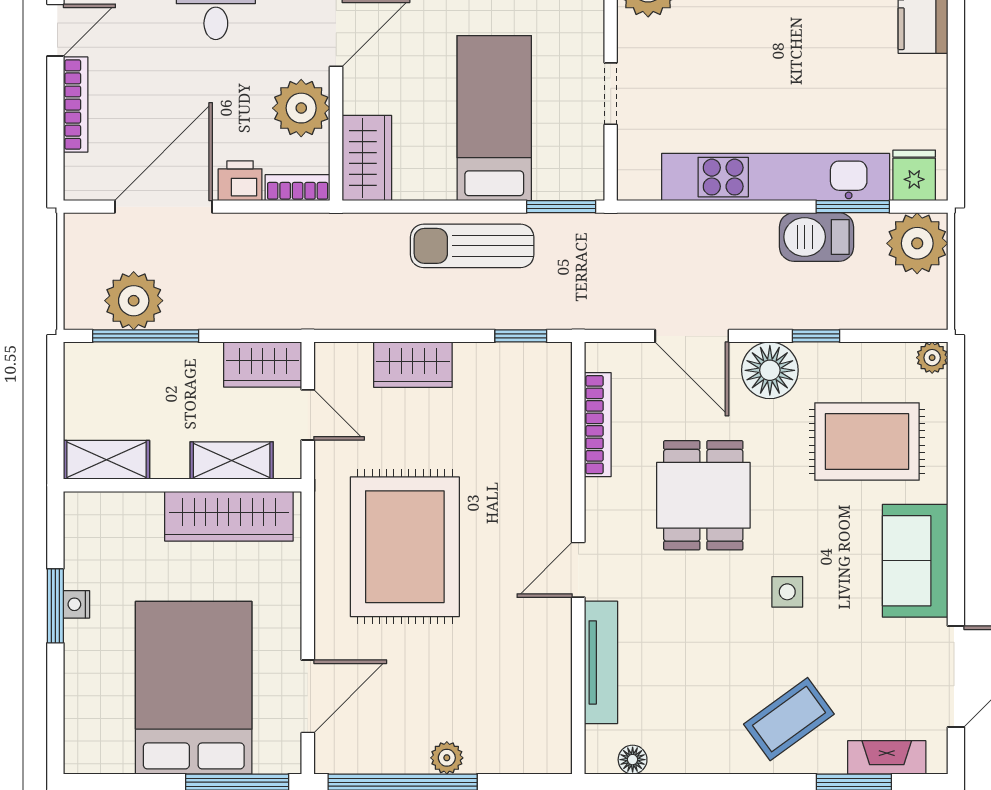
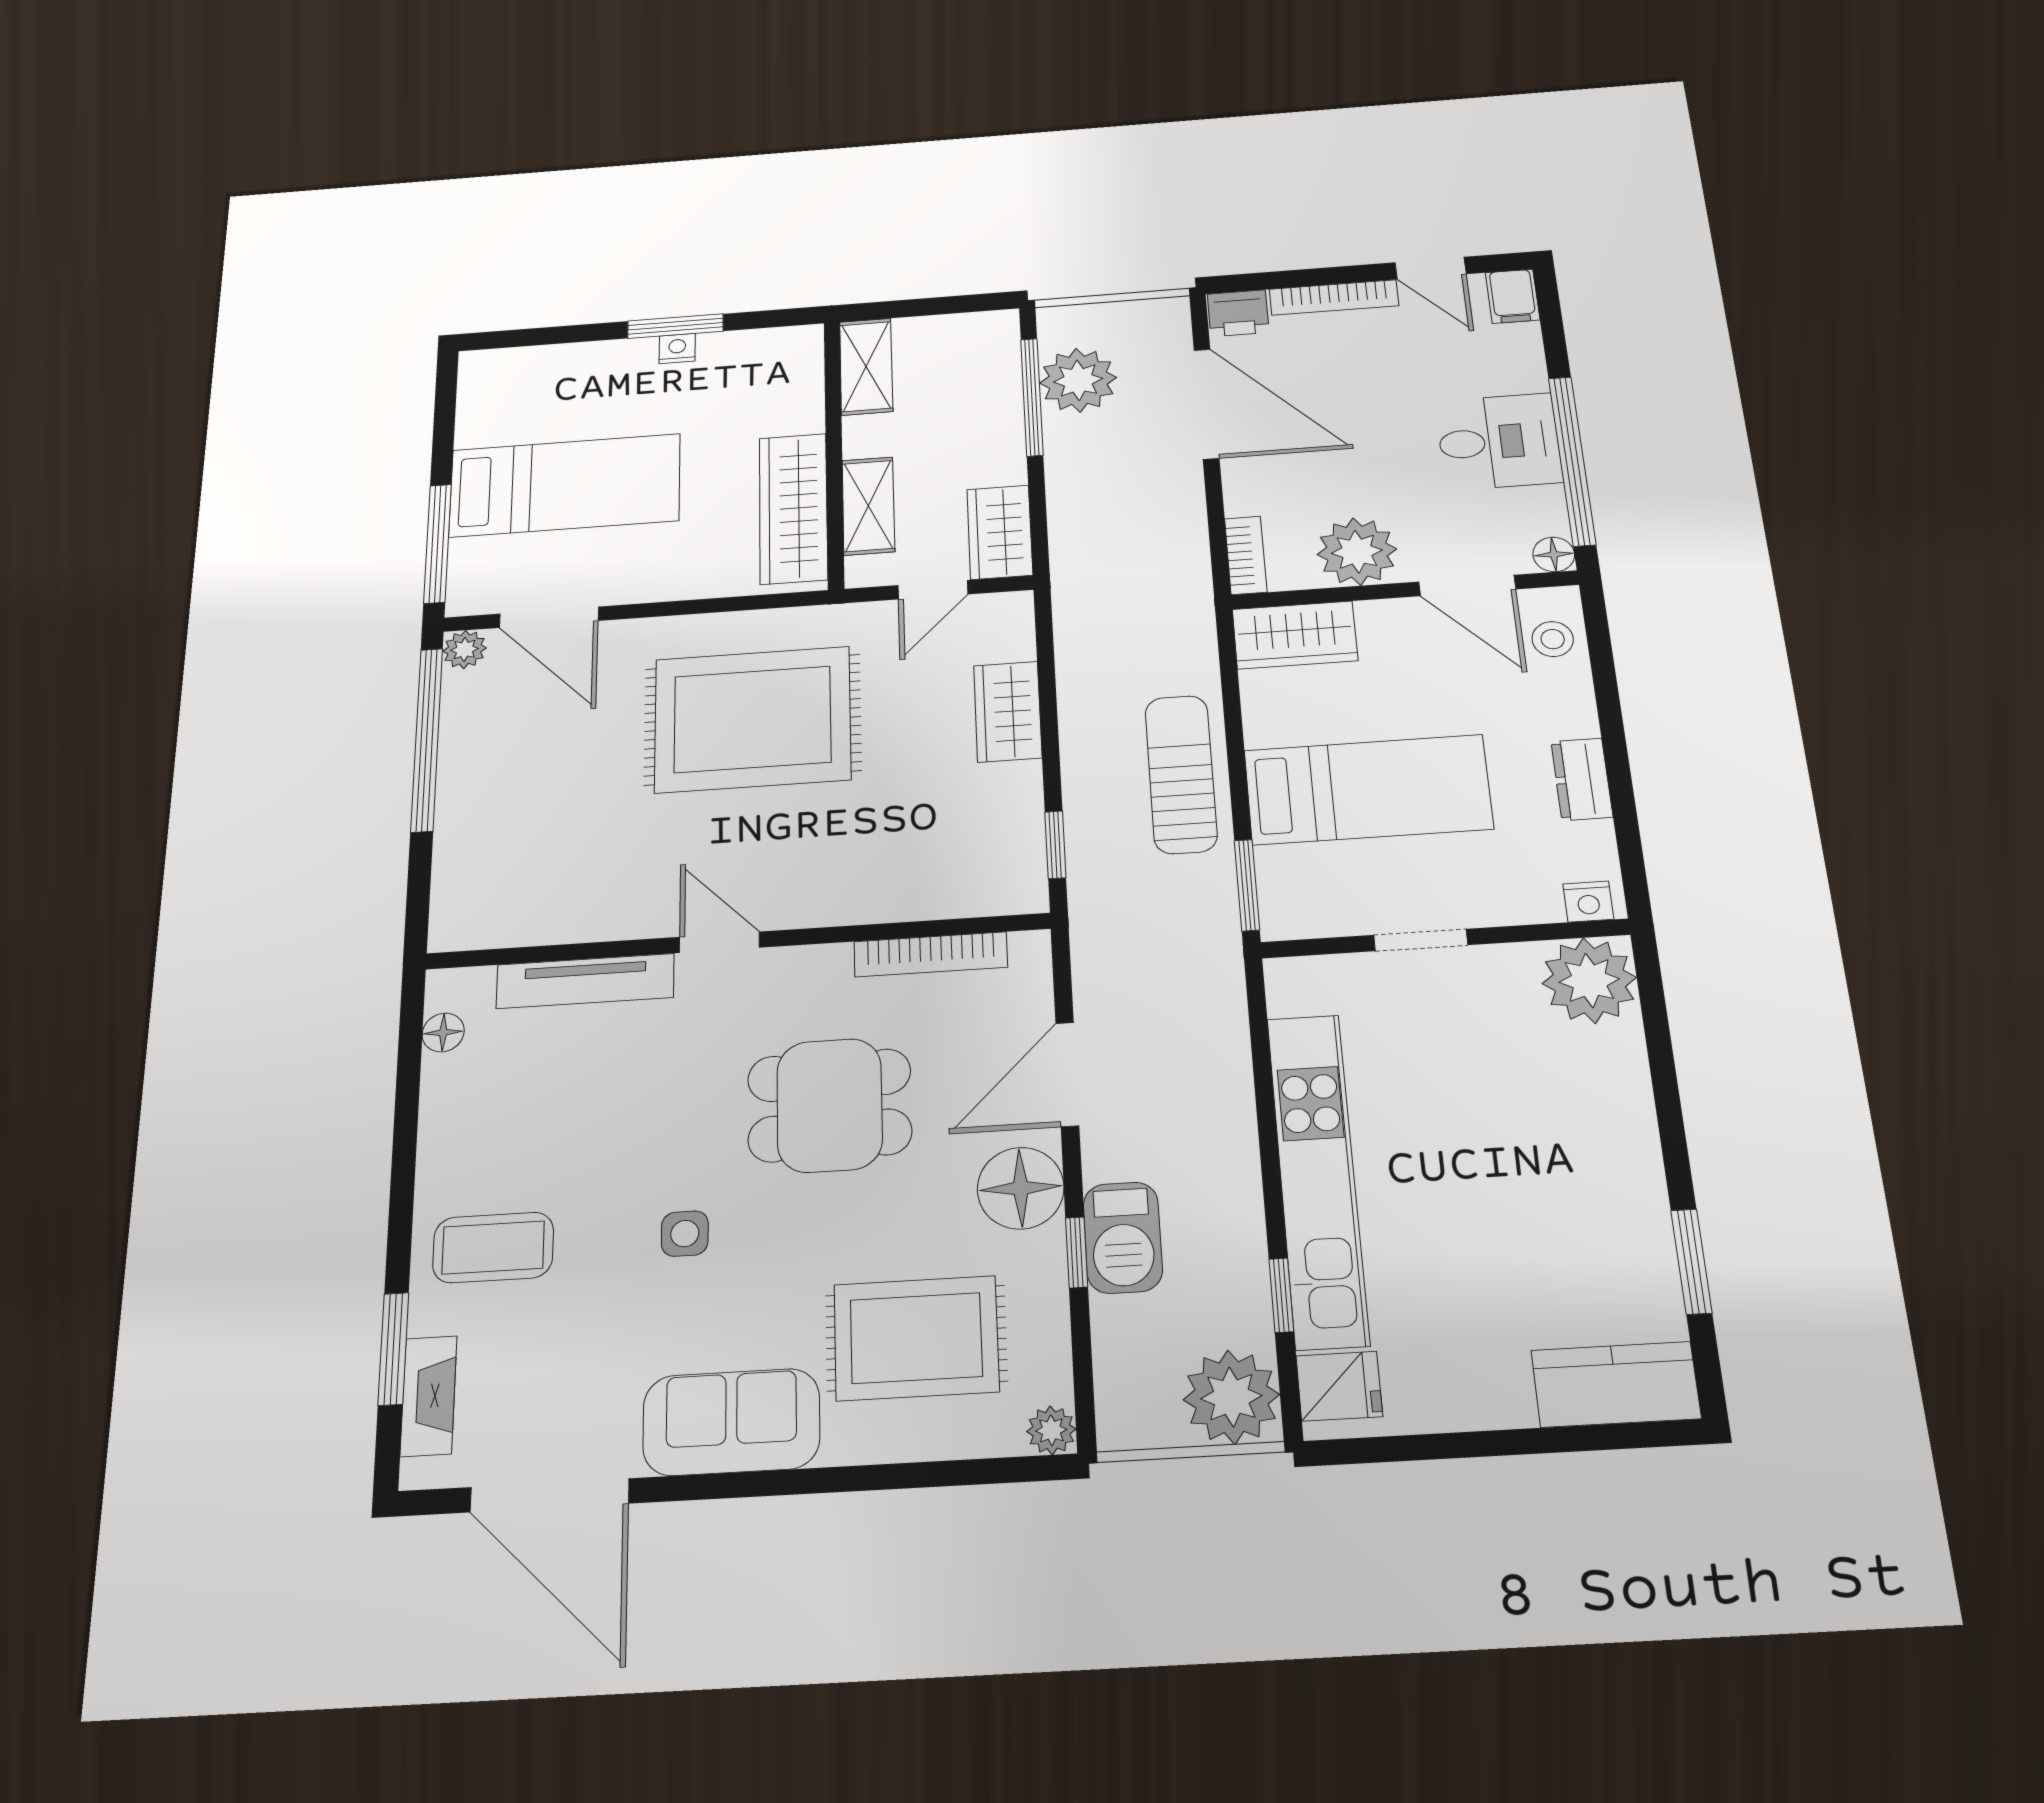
printer: (240, 181) -> (1238, 313), moved, turned 90
window: (853, 207) -> (1281, 1295), width x0.67
barbecue: (816, 237) -> (1123, 1238), moved, turned 180
rug: (867, 441) -> (916, 1338), turned 90
bed: (194, 688) -> (565, 485), width x0.67
coffee table: (789, 719) -> (493, 1248), turned -54
plant: (447, 758) -> (465, 649), moved

